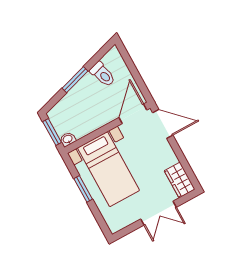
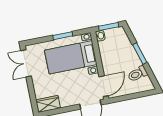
door: (133, 114) -> (104, 86), hinge flipped
double door: (158, 213) -> (26, 63), moved

